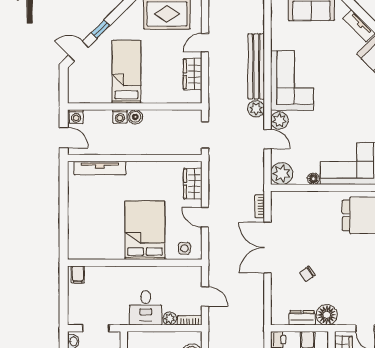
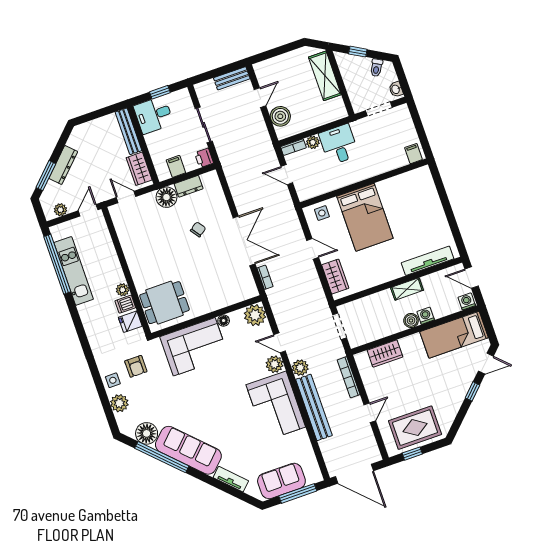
bed: (126, 72) -> (454, 335), moved, turned 90
wardrobe: (193, 74) -> (385, 354), moved, turned 90
bookcase: (213, 84) -> (349, 377), added
shelving: (129, 148) -> (407, 289), added

